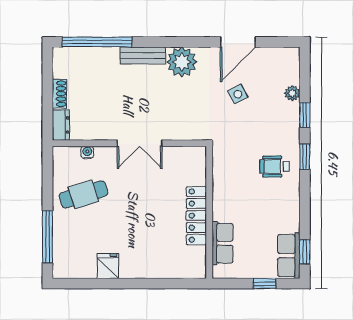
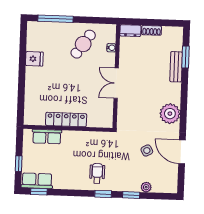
window: (97, 42) -> (185, 57), width x0.47
bench: (143, 55) -> (176, 67), moved
cafe table: (83, 194) -> (83, 44), turned 52

